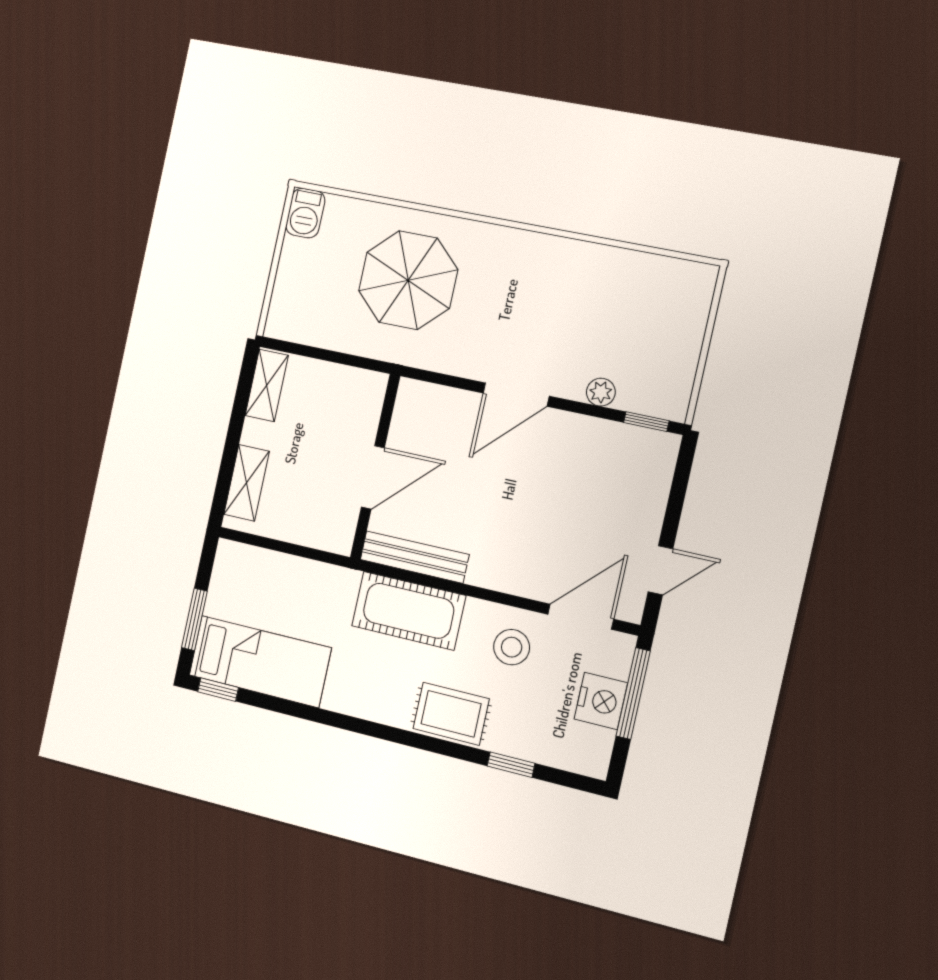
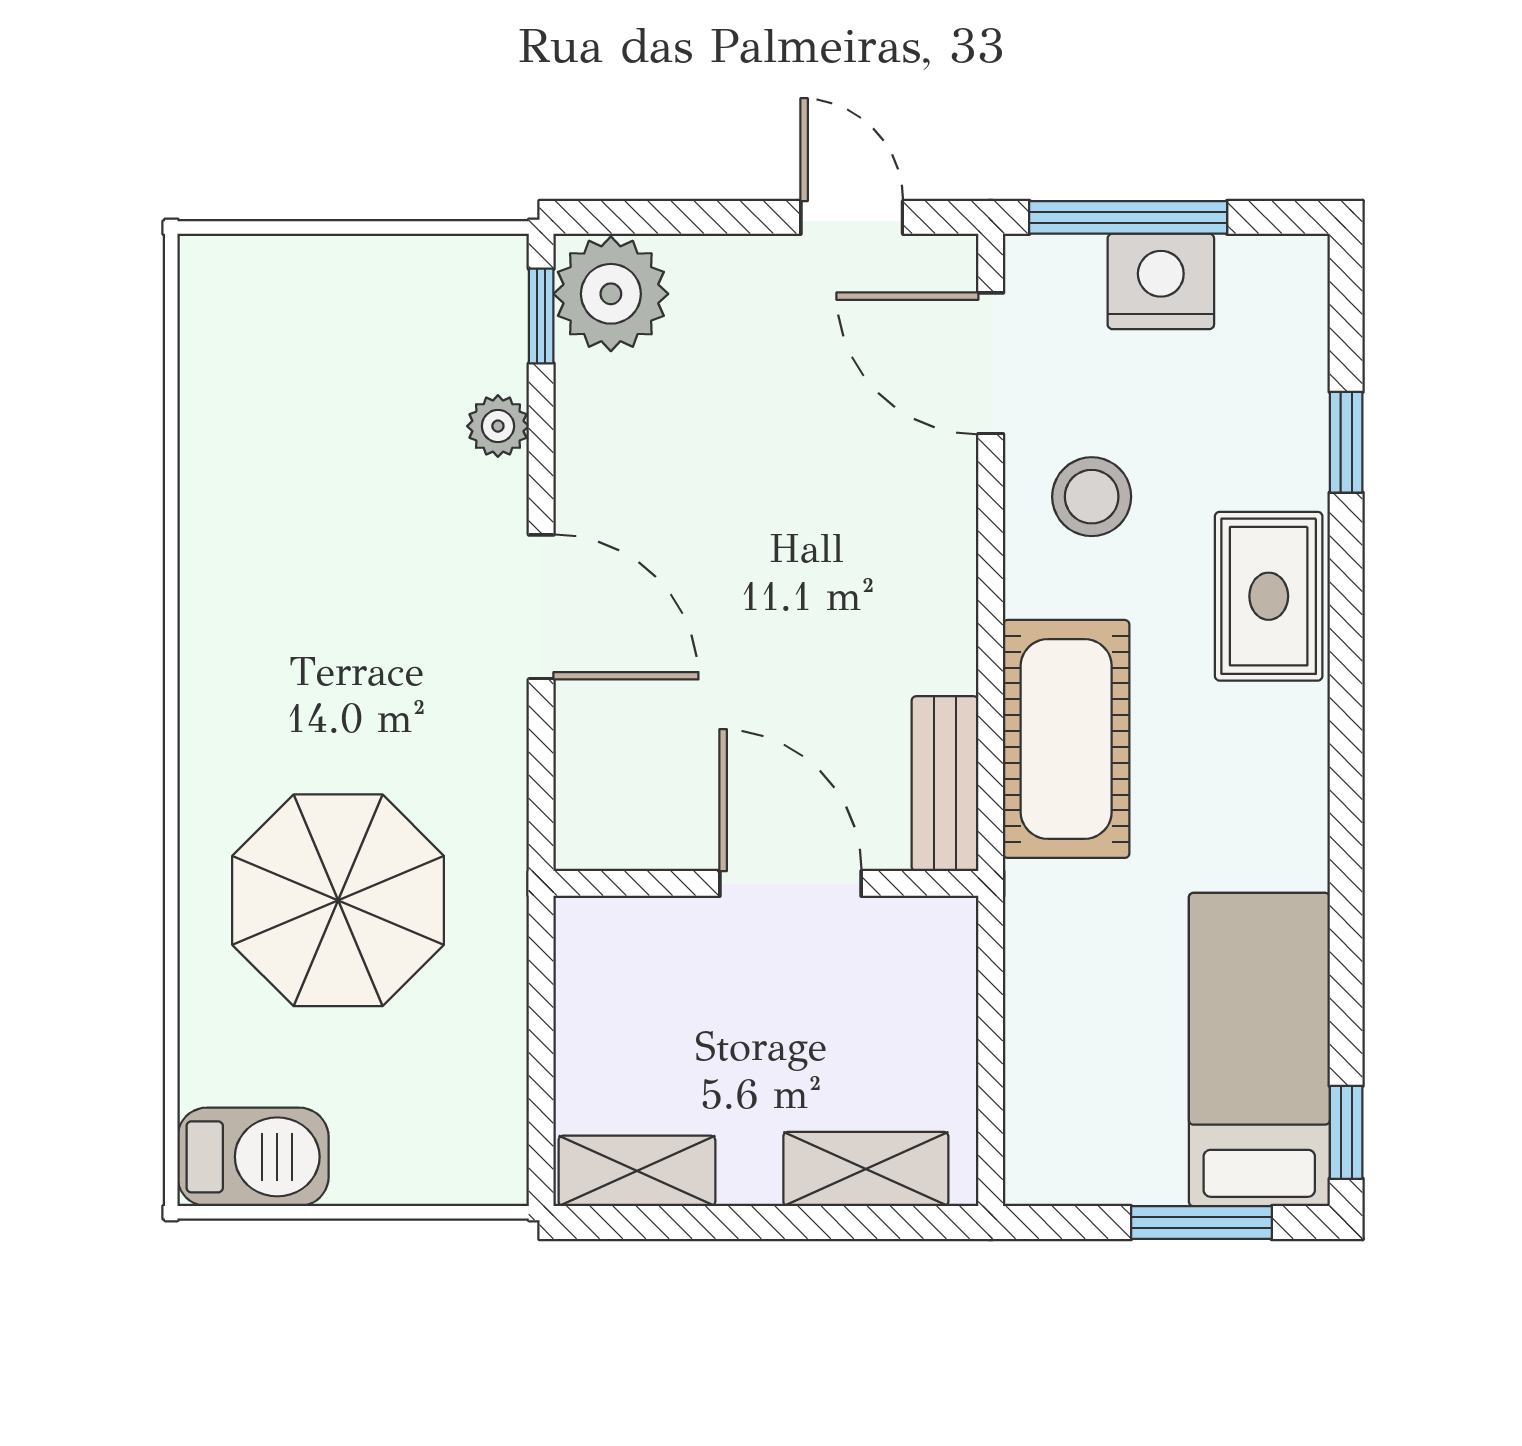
barbecue: (305, 213) -> (253, 1157), width x1.38, depth x1.27
plant: (650, 455) -> (611, 294), added
bench: (415, 557) -> (945, 784), width x0.73

